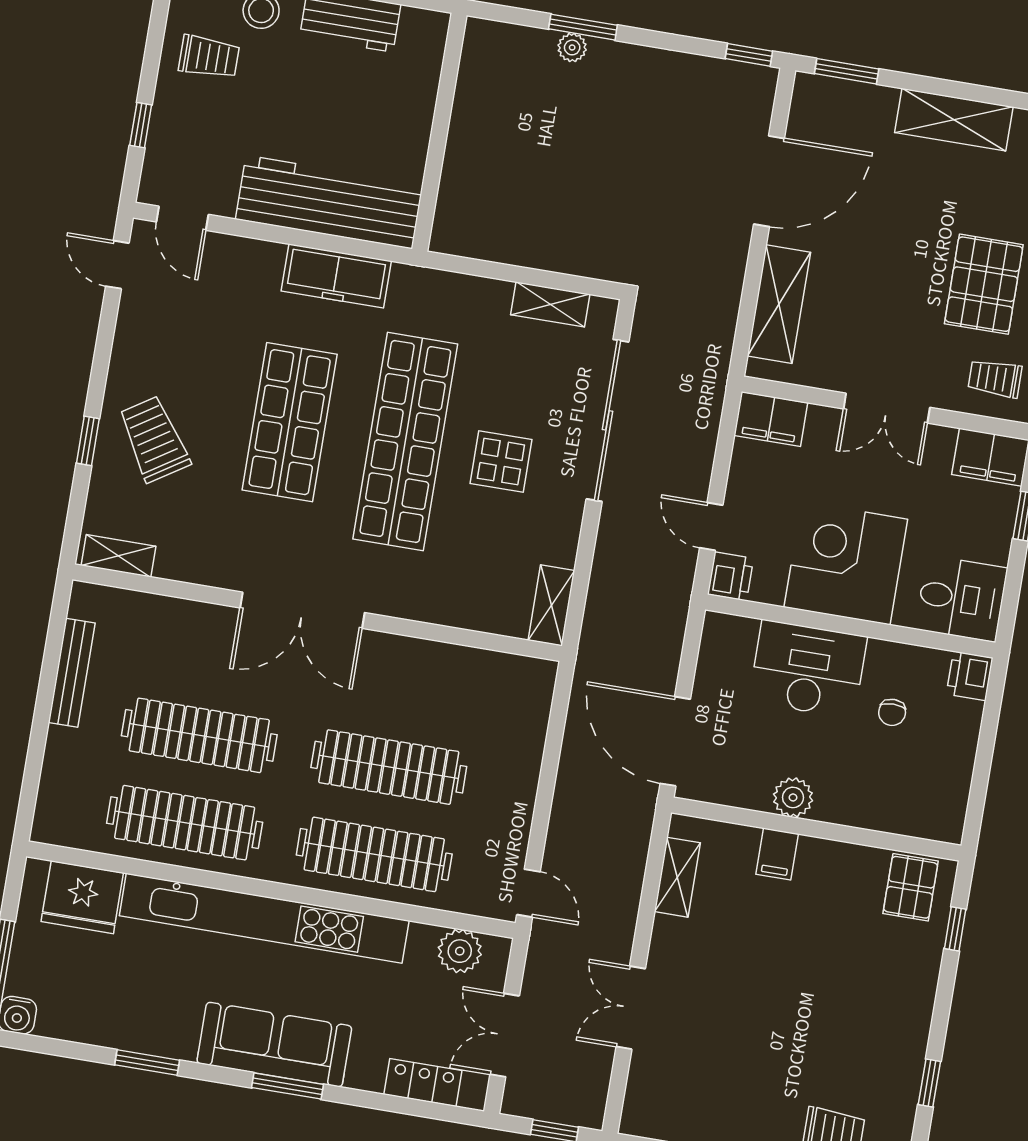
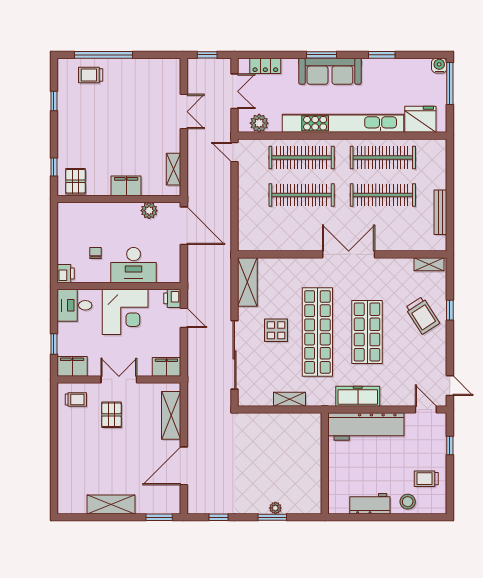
window: (749, 55) -> (219, 517), moved
pallet: (984, 284) -> (111, 415), moved, width x0.67, depth x0.71
shelving: (550, 304) -> (290, 399), moved
shelving: (551, 605) -> (247, 282), width x1.50, depth x1.33
plant: (793, 797) -> (149, 211), moved
filing cabinet: (777, 854) -> (126, 186), width x2.00

